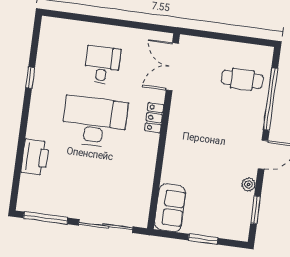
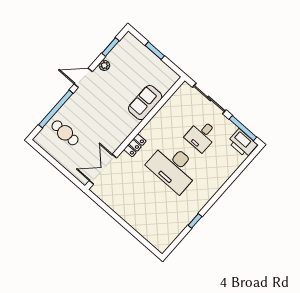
desk: (102, 65) -> (201, 135), moved
double door: (172, 67) -> (103, 169), swing flipped
printer: (35, 157) -> (243, 143), moved, turned -90
sofa: (170, 208) -> (145, 103), moved

